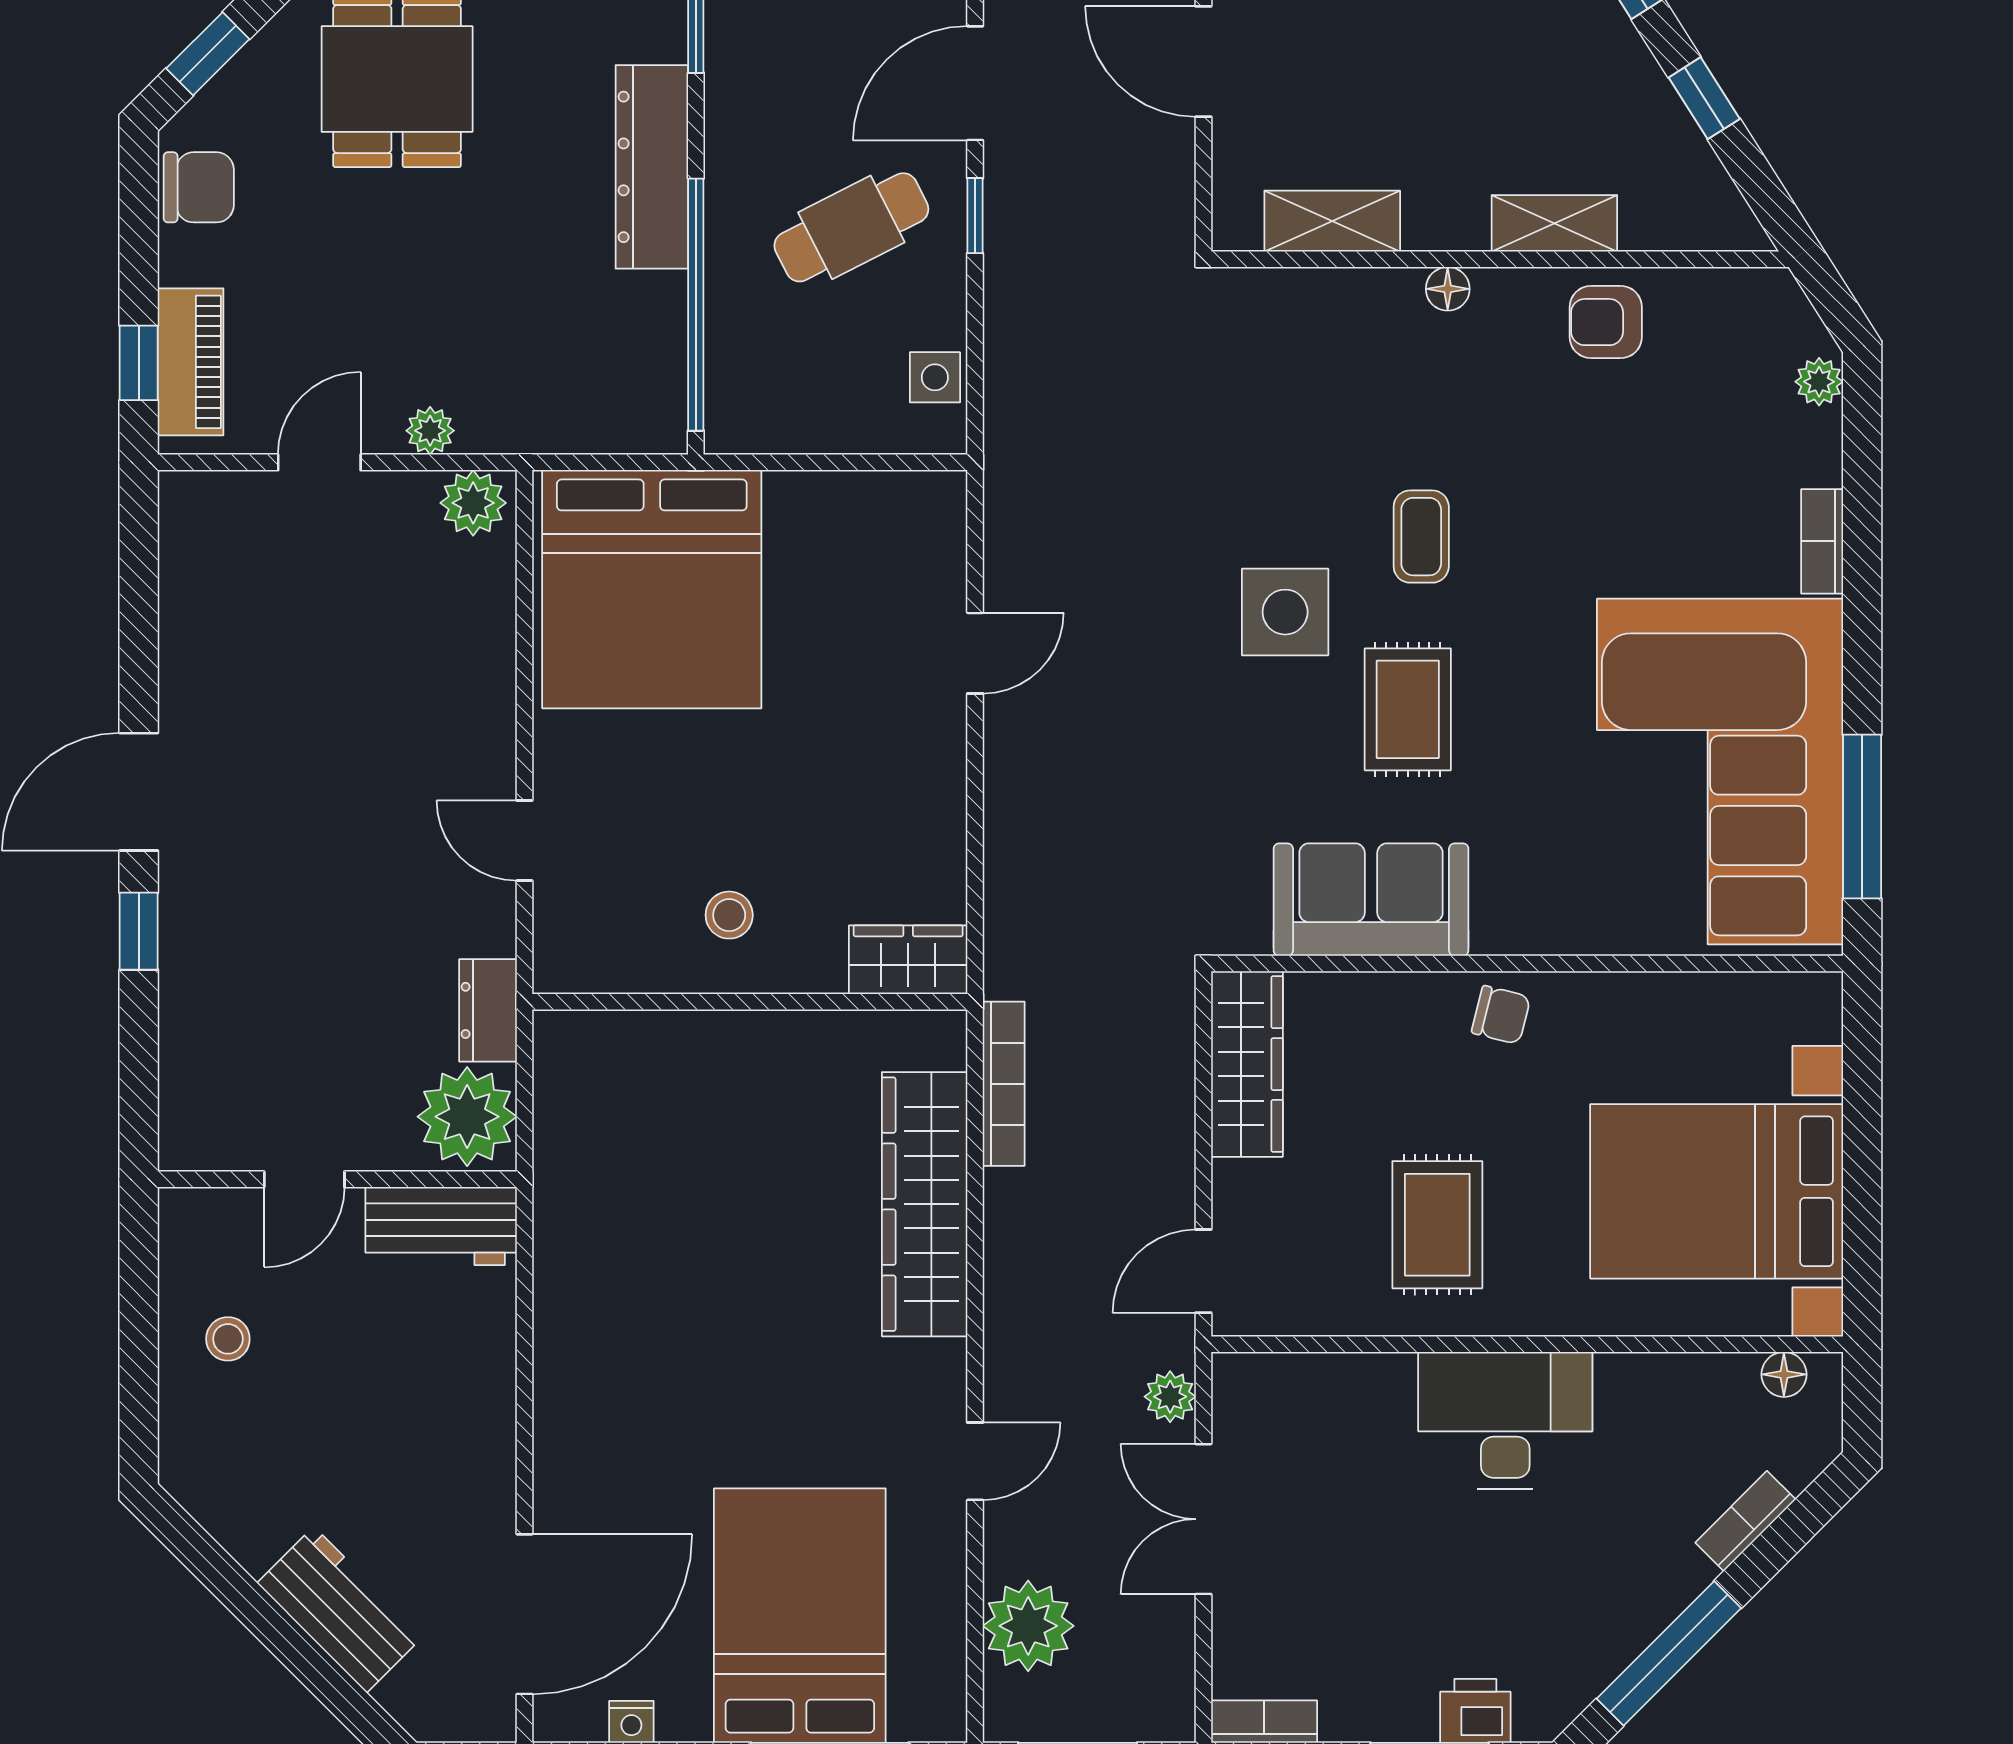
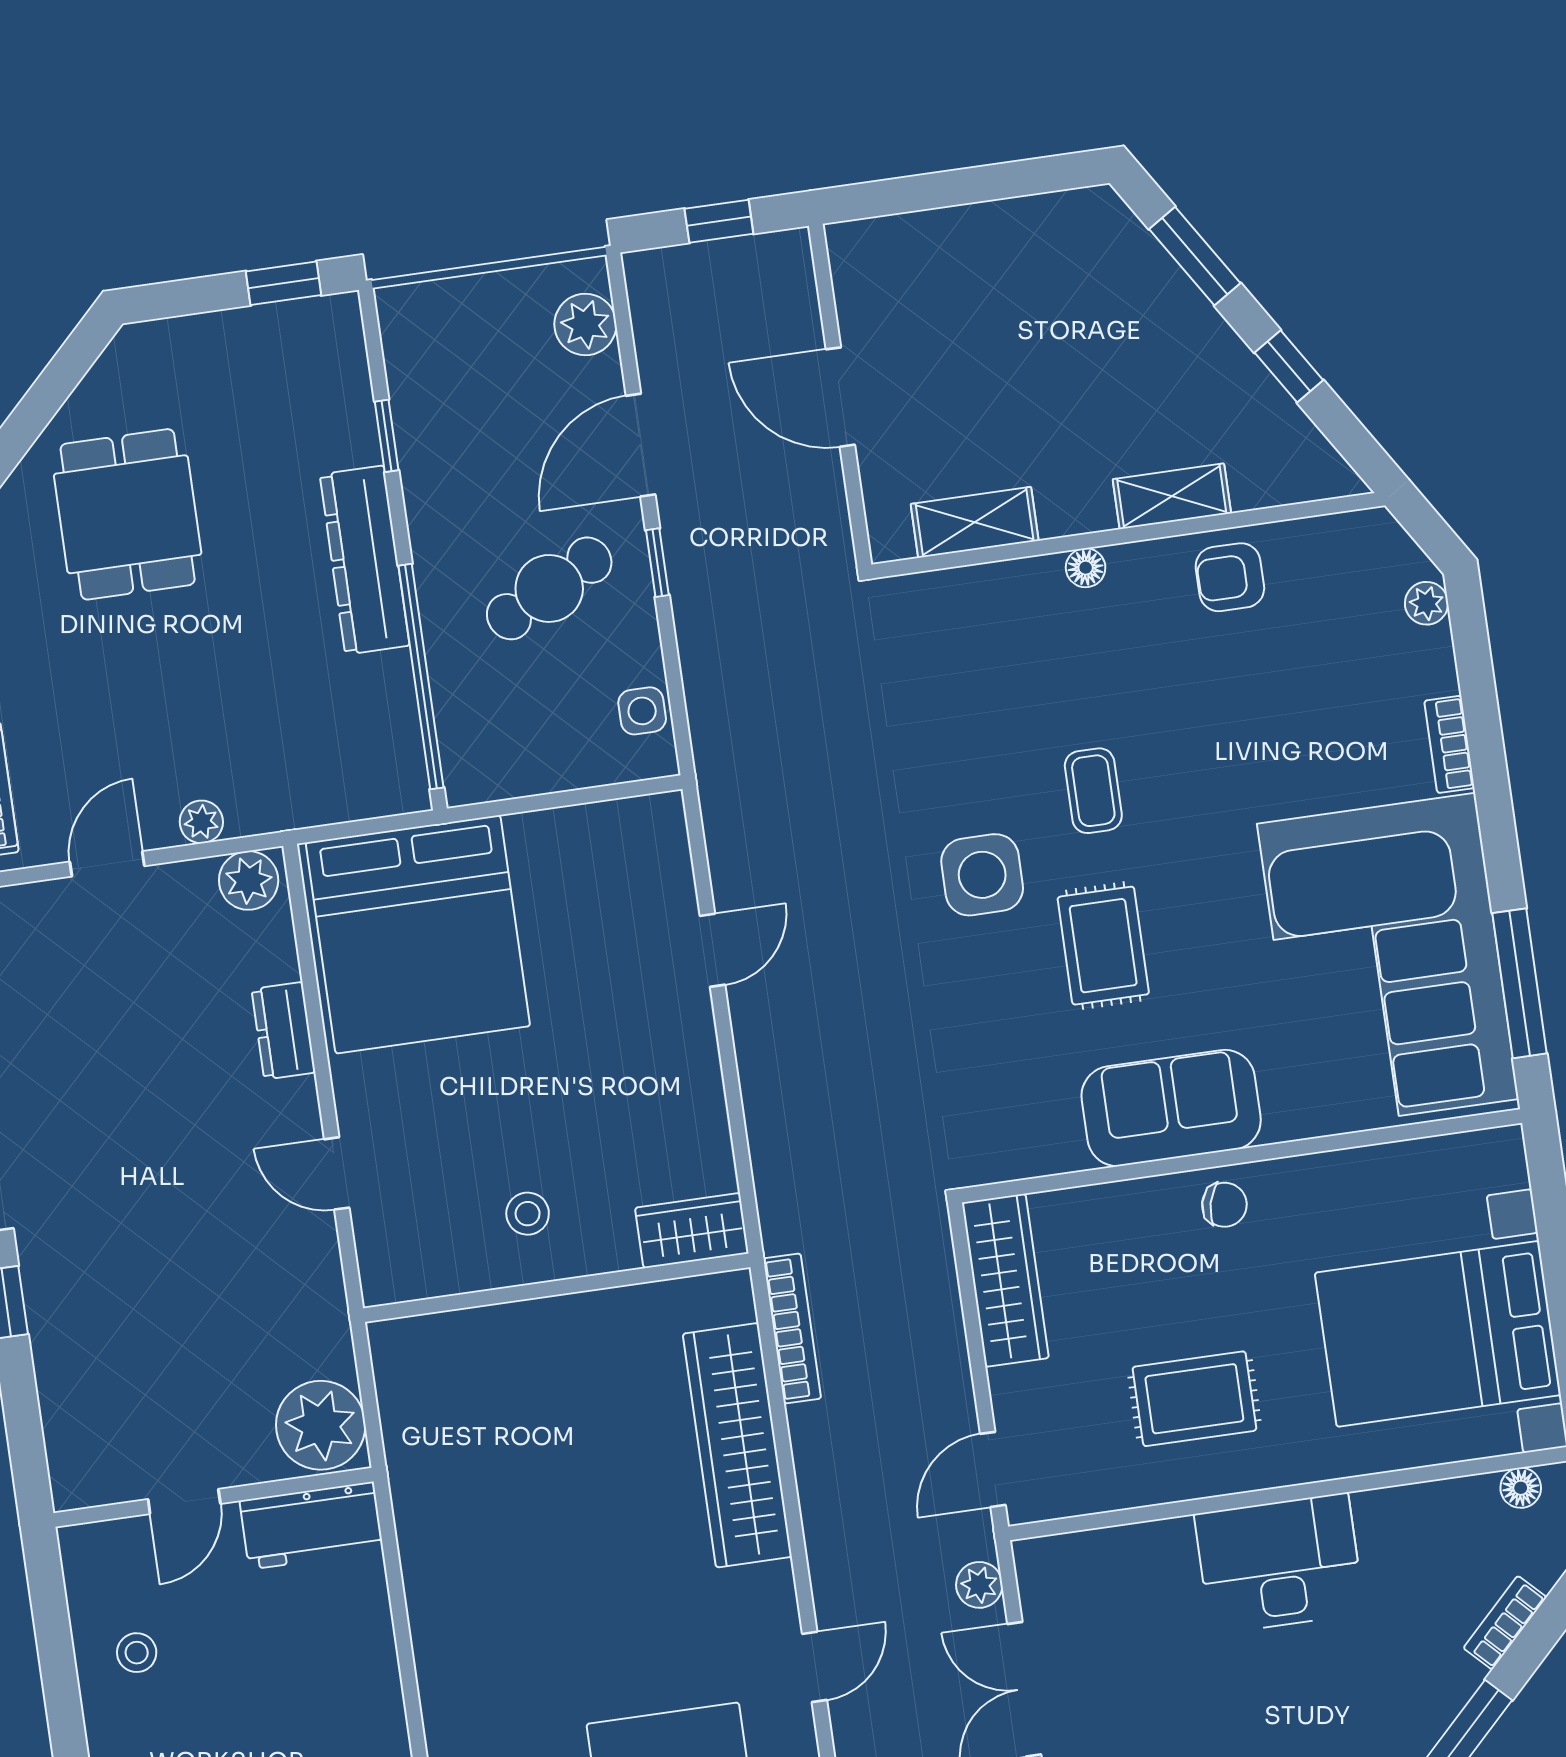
sofa: (1371, 900) -> (1171, 1108), moved
dresser: (488, 1010) -> (283, 1031), moved
rug: (1437, 1225) -> (1194, 1399), turned 90

